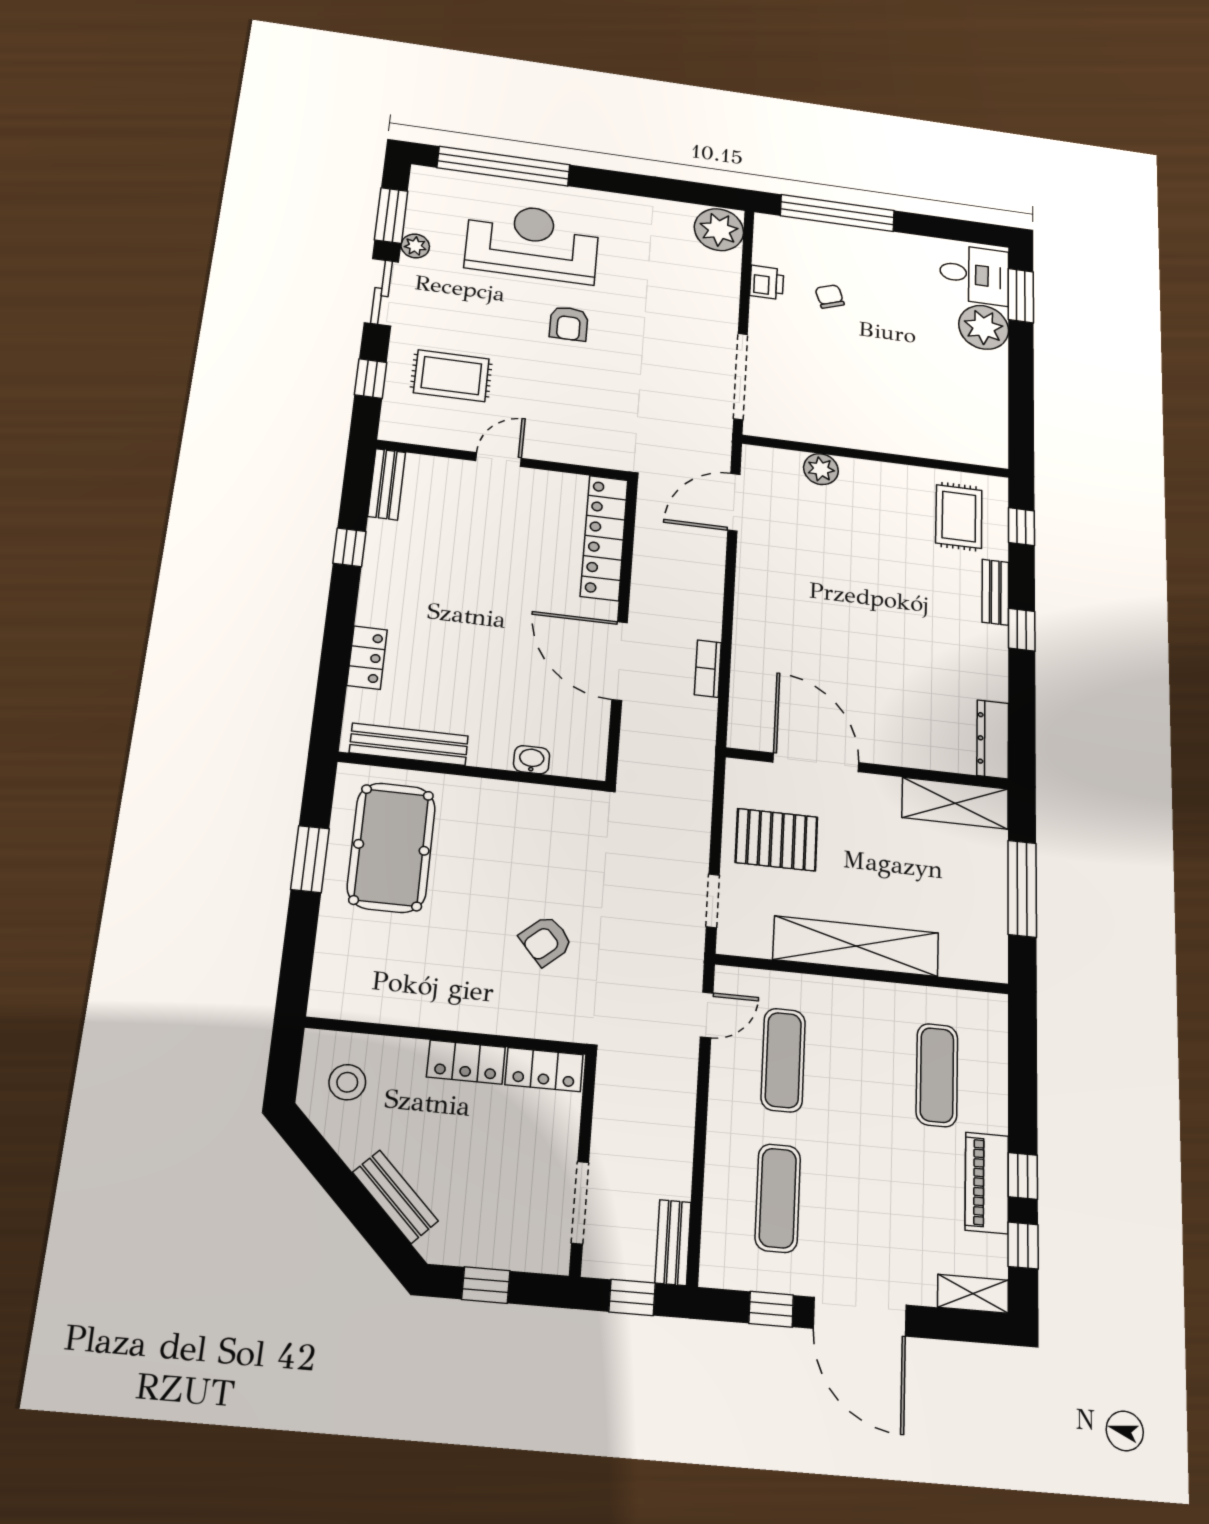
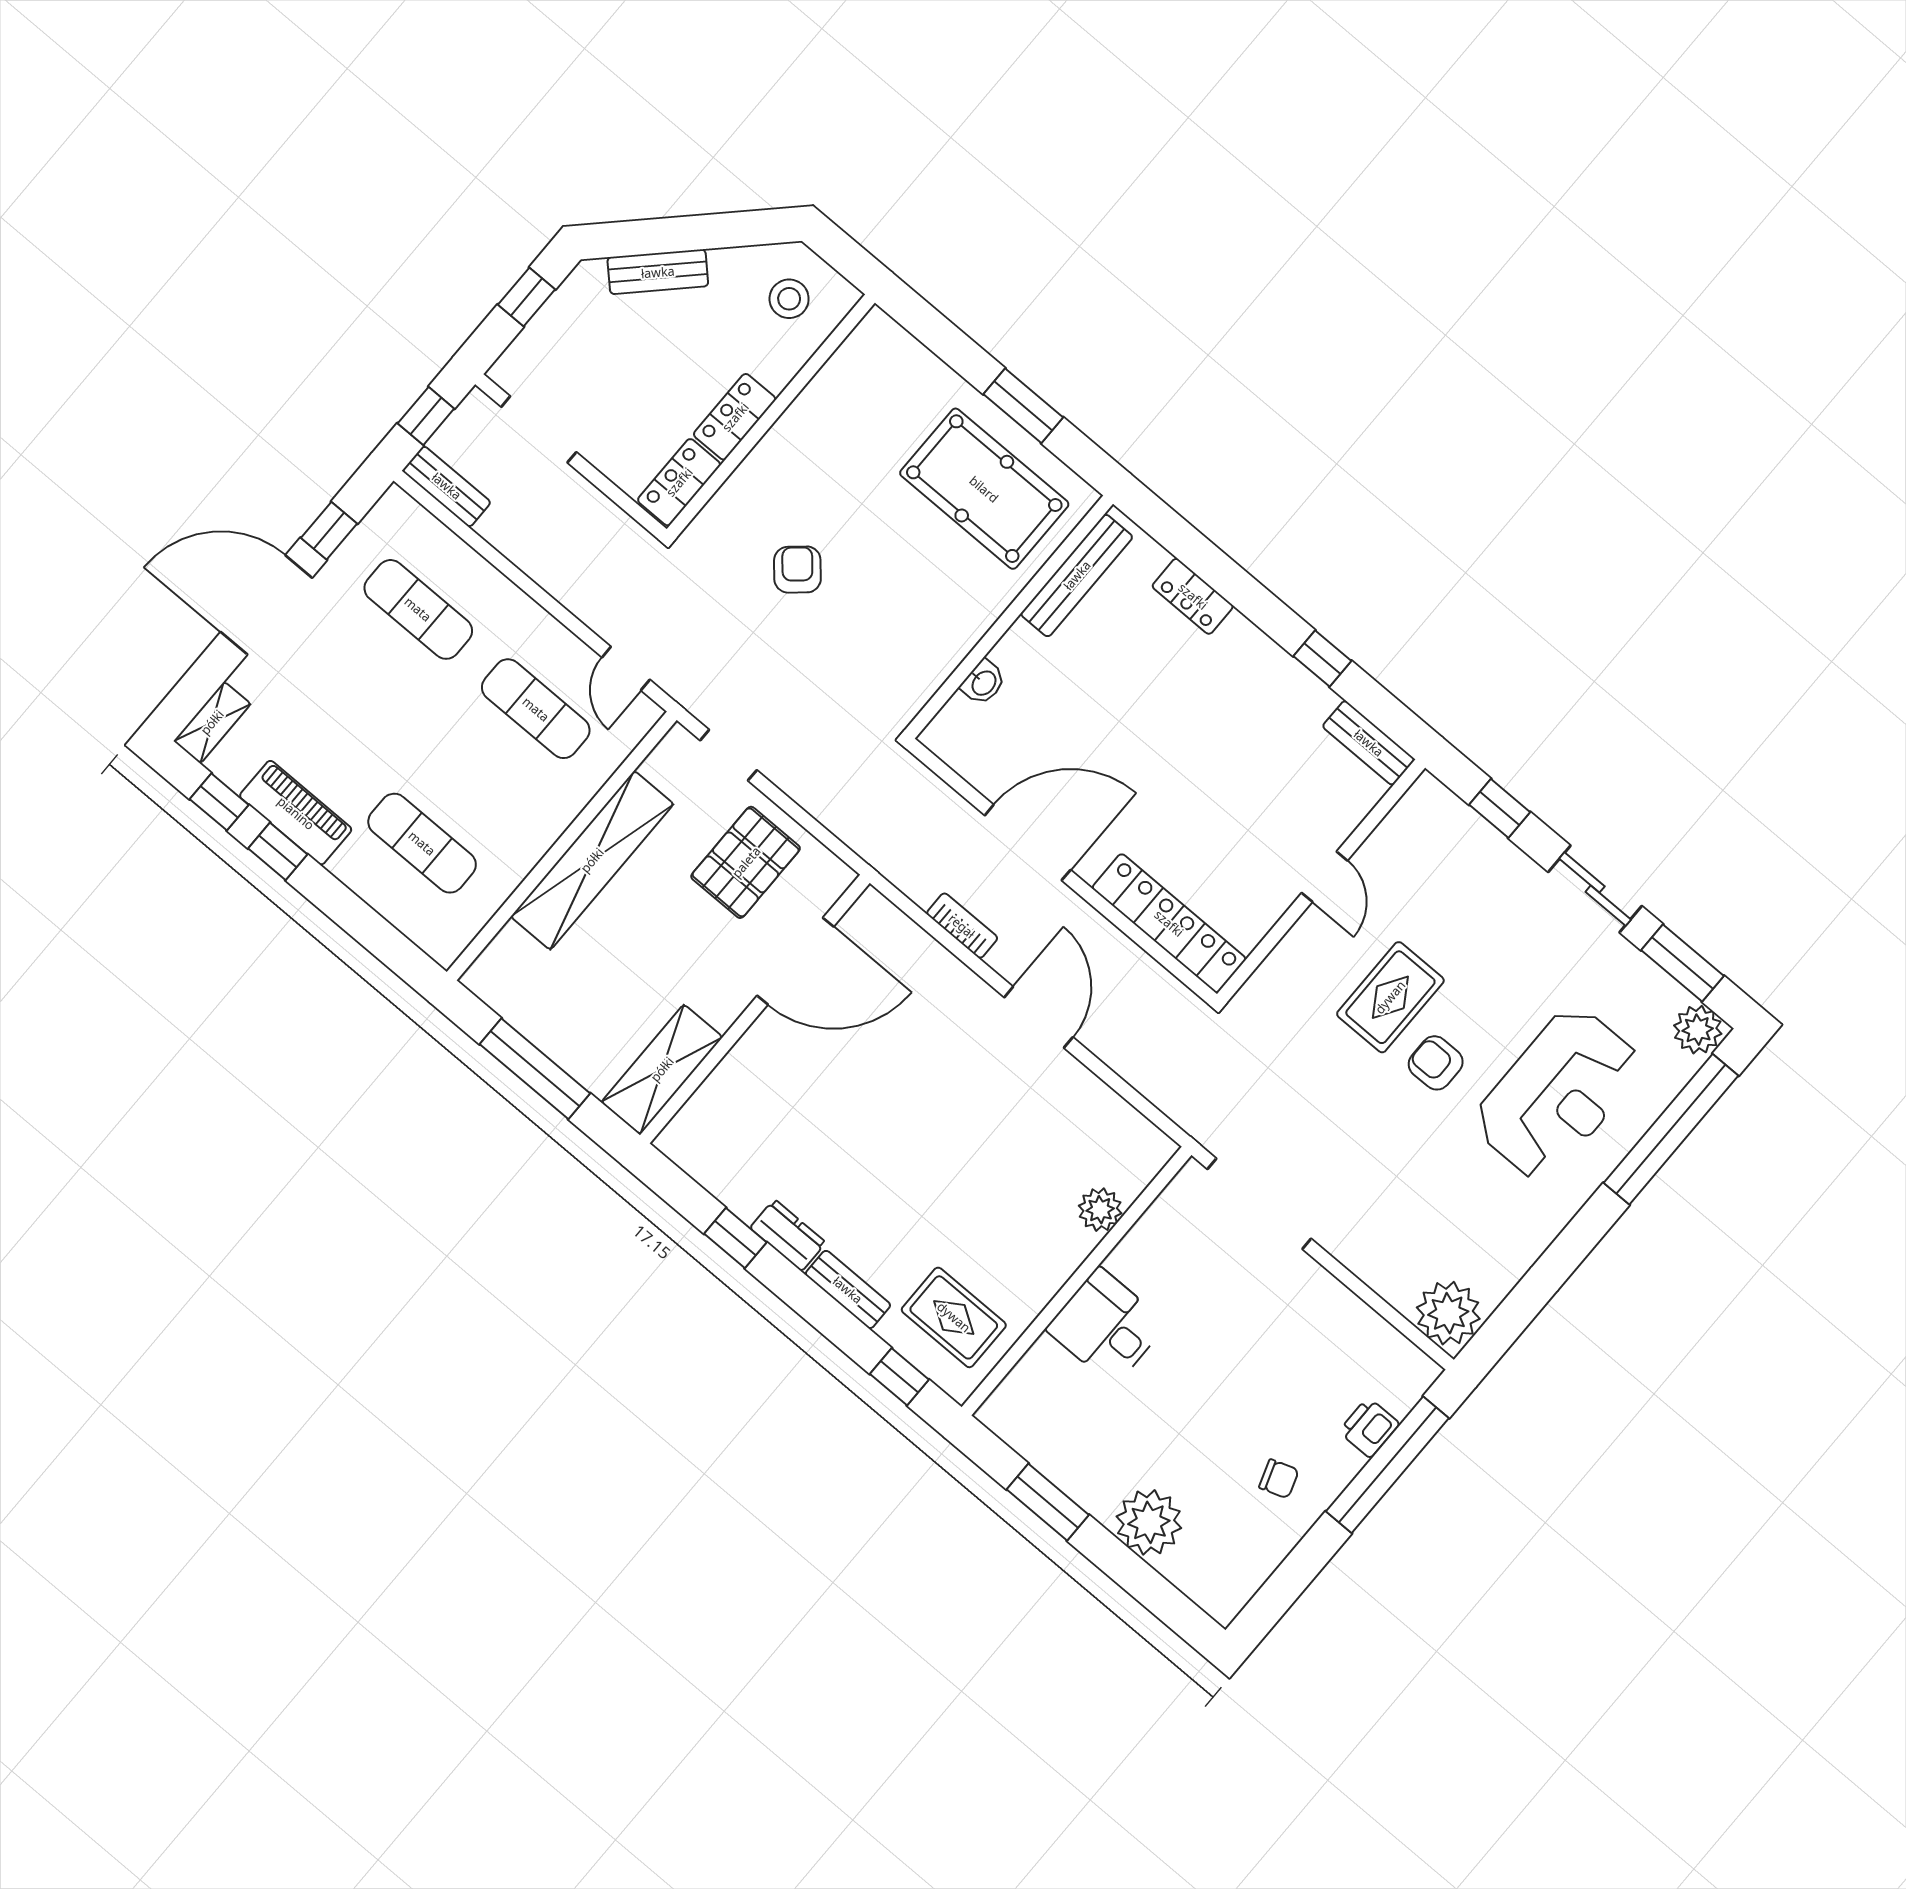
plant: (415, 246) -> (1698, 1030), moved, width x1.38, depth x1.38
desk: (974, 275) -> (1106, 1327), moved, turned 90
printer: (767, 282) -> (1369, 1428), moved, turned 90
window: (1021, 296) -> (1048, 1502), moved
chair: (830, 297) -> (1279, 1479), moved
rug: (451, 376) -> (1390, 997), moved
door: (734, 502) -> (1039, 1017), moved
window: (1022, 630) -> (735, 1238), moved
dresser: (993, 739) -> (788, 1235), moved, width x0.70

